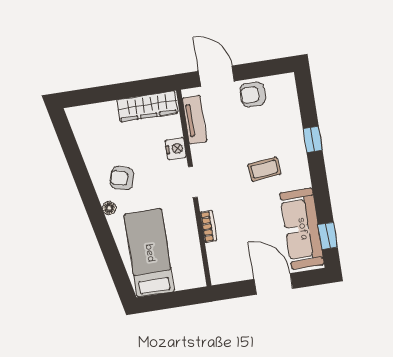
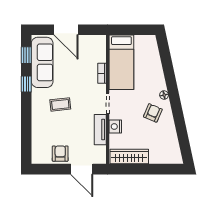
armchair: (253, 95) -> (60, 154), turned -90
tv unit: (195, 120) -> (100, 130), moved
window: (313, 139) -> (26, 84), moved
armchair: (122, 178) -> (153, 113), turned -84
bed: (149, 253) -> (121, 62), moved

